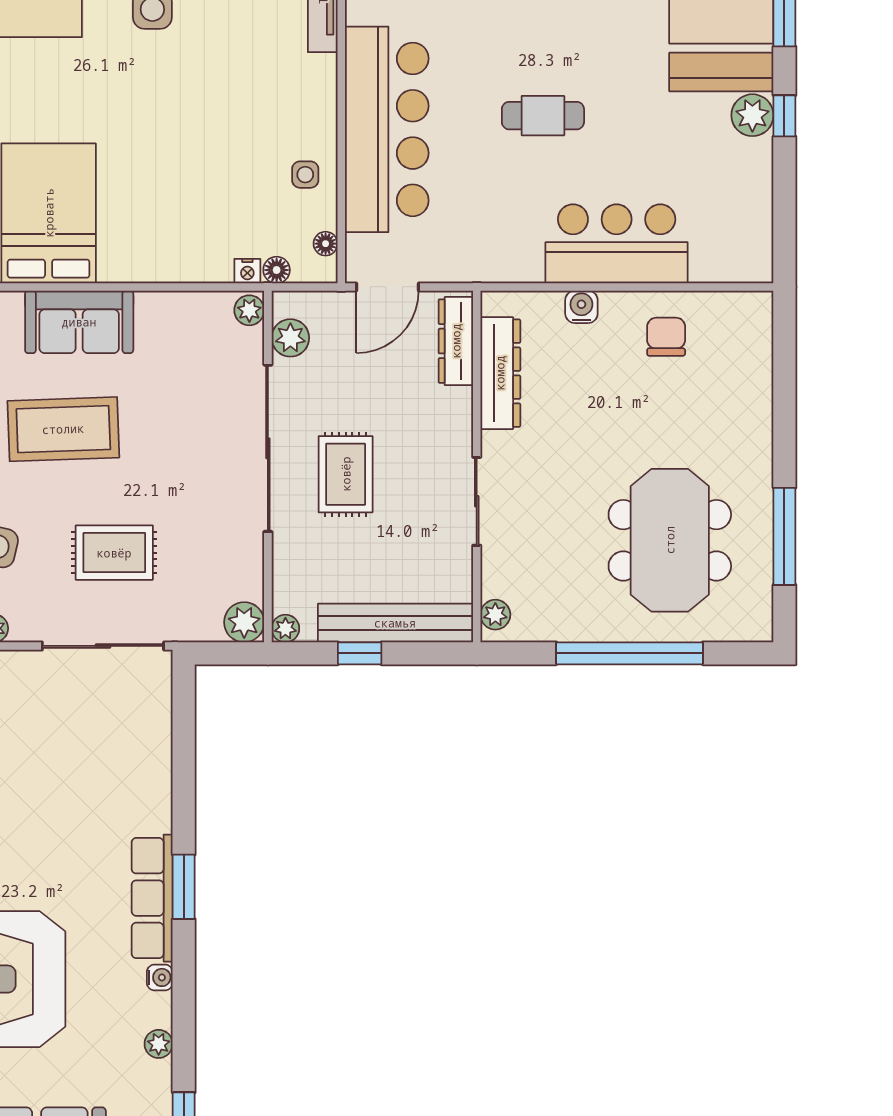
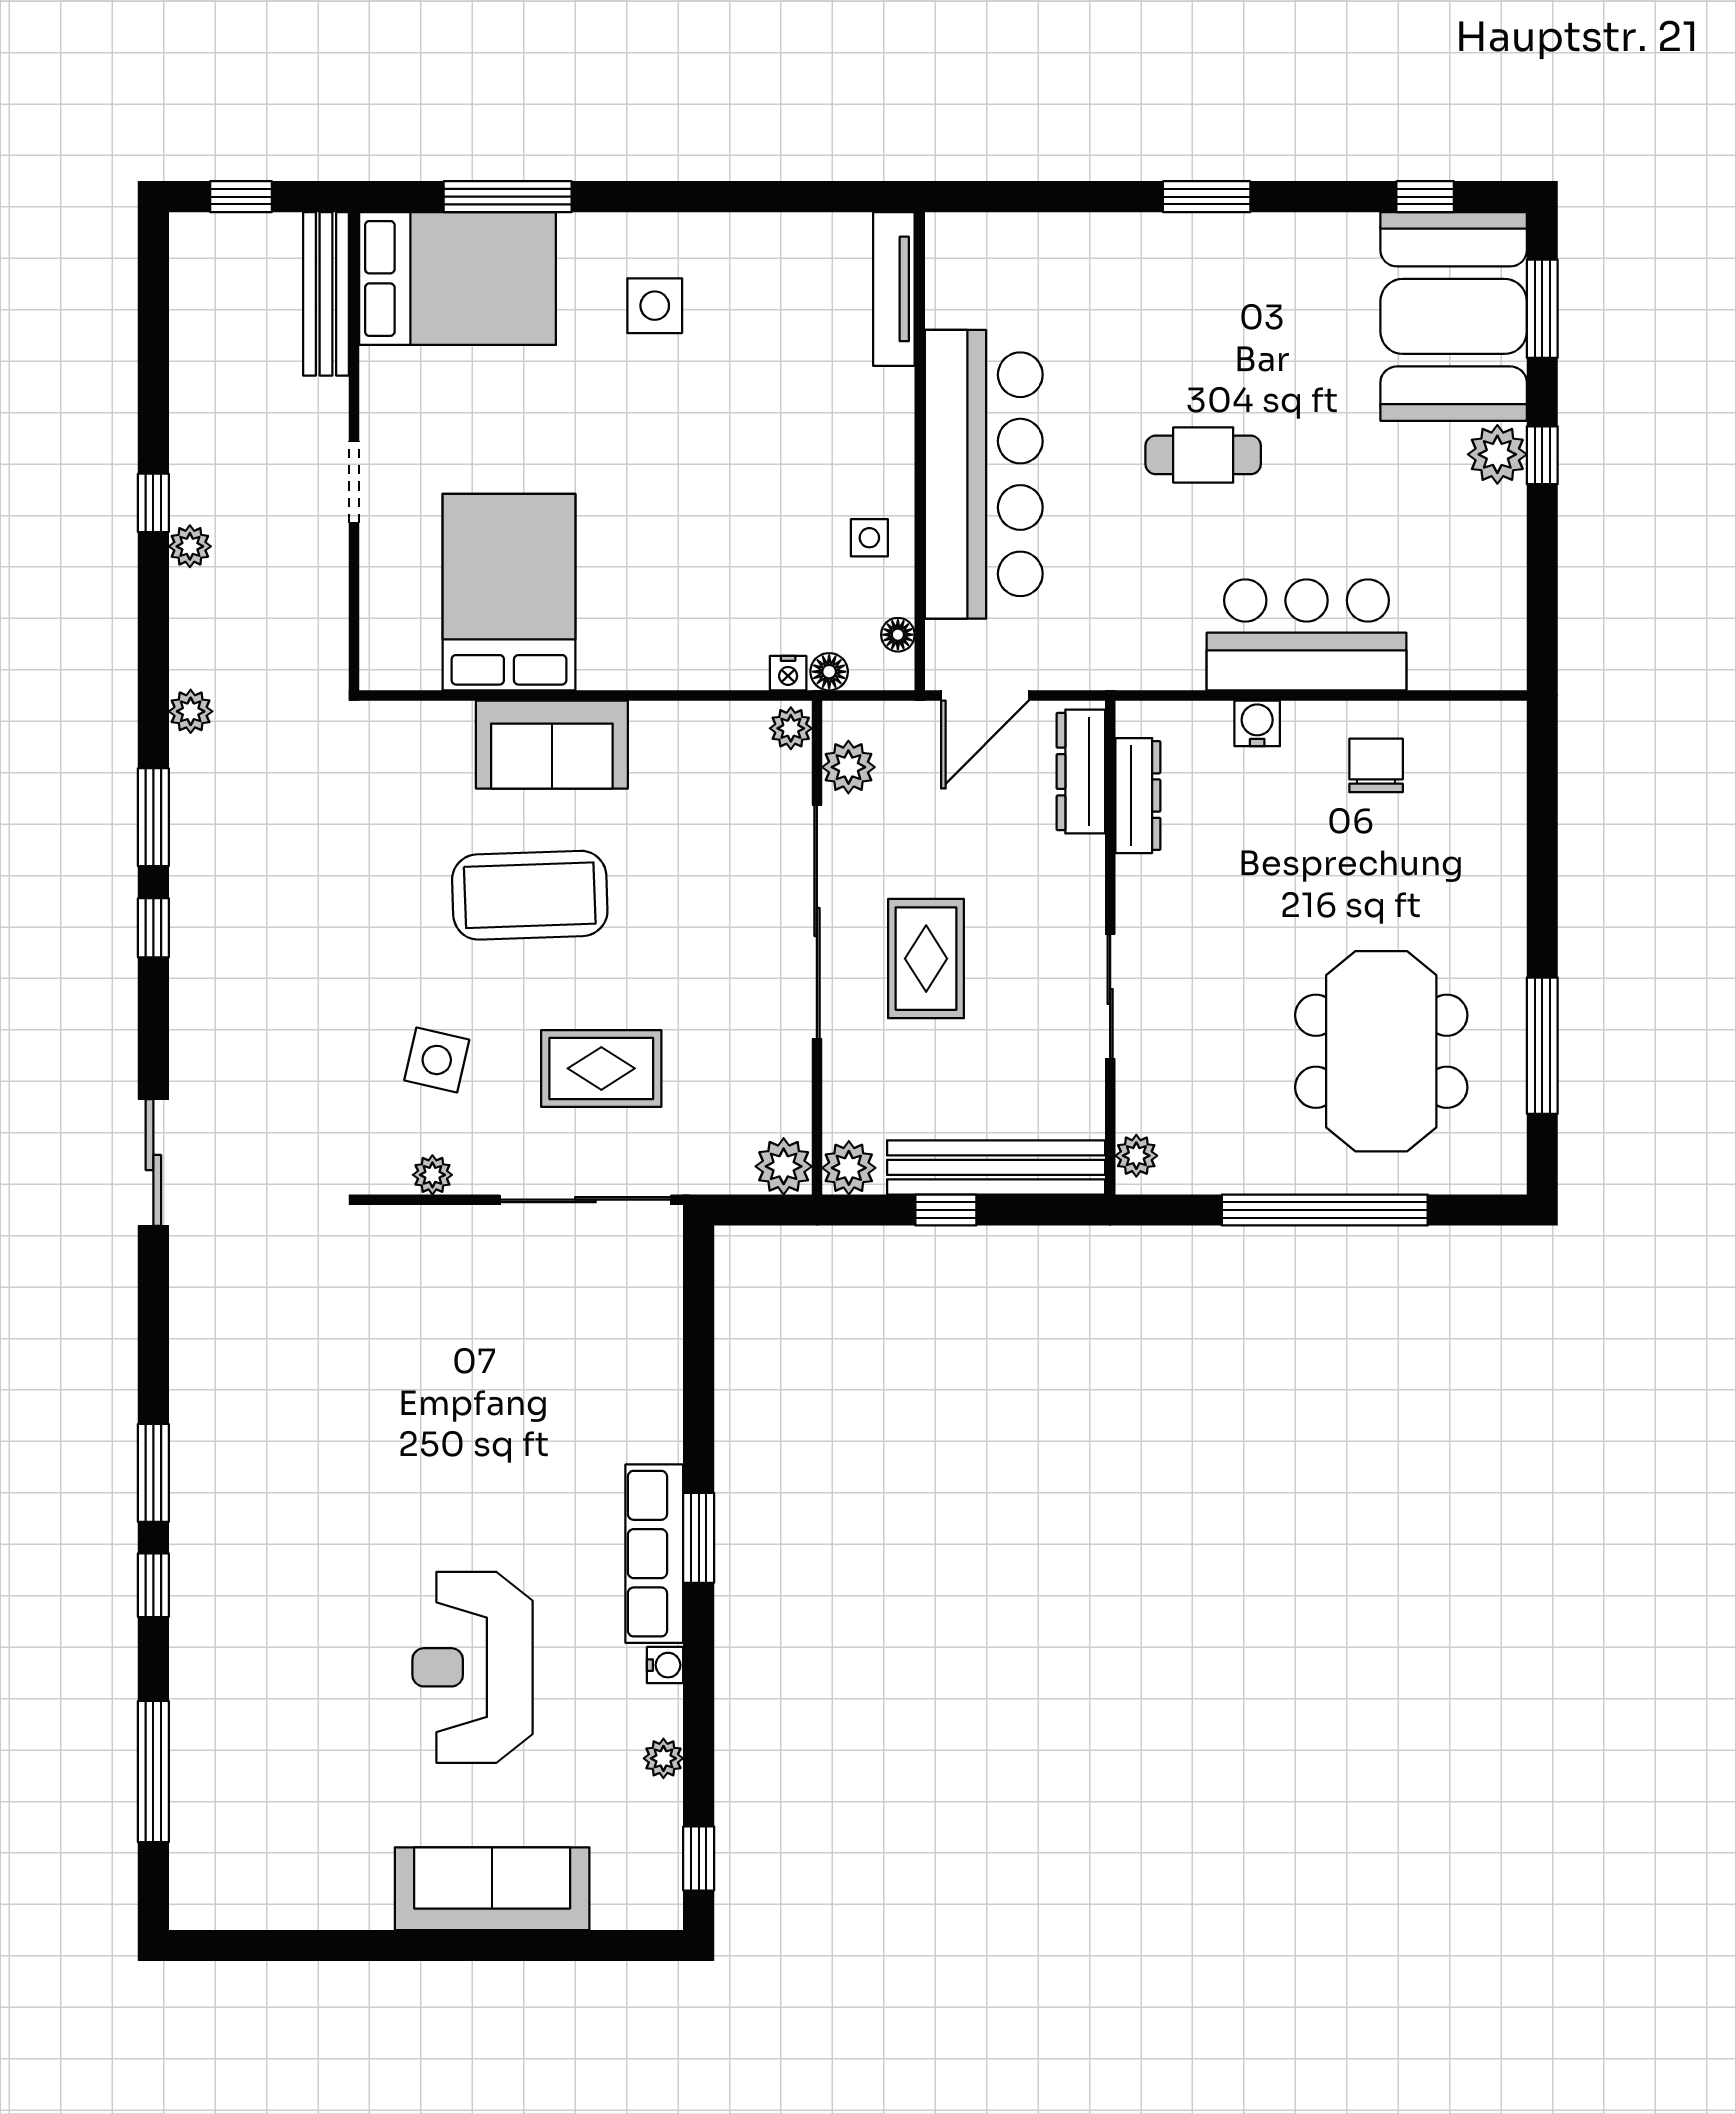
dresser: (500, 373) -> (1138, 796), width x0.73, depth x0.80
plant: (285, 628) -> (849, 1168), width x1.38, depth x1.38

